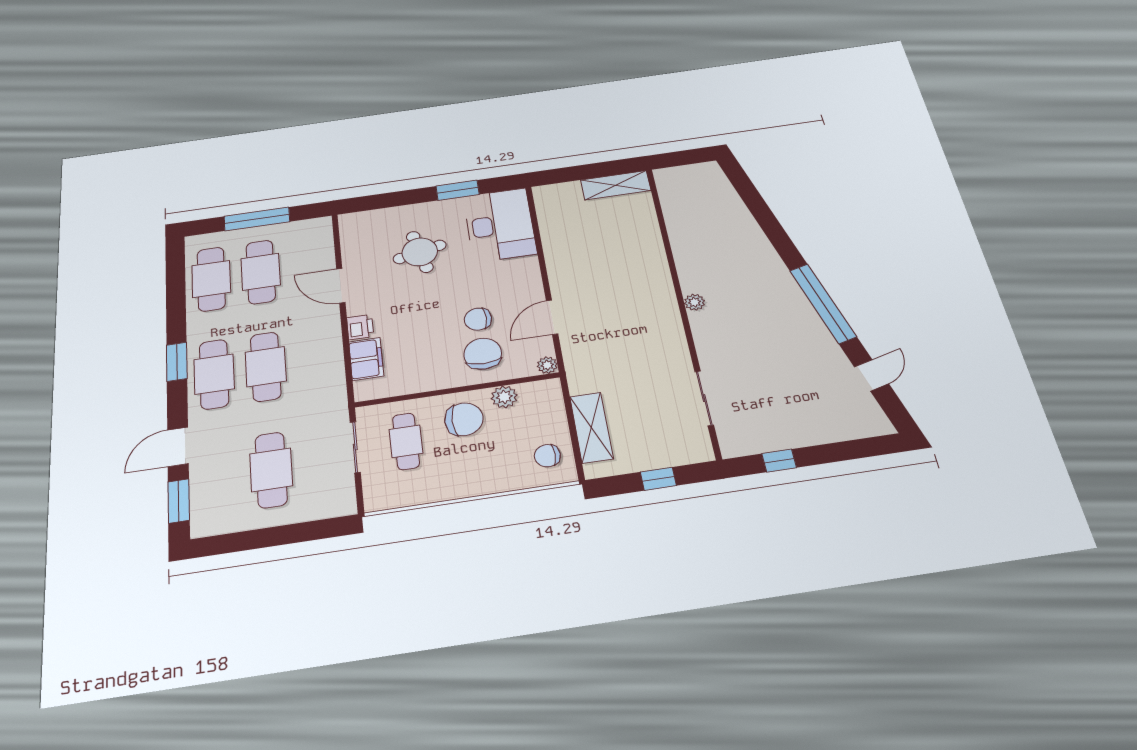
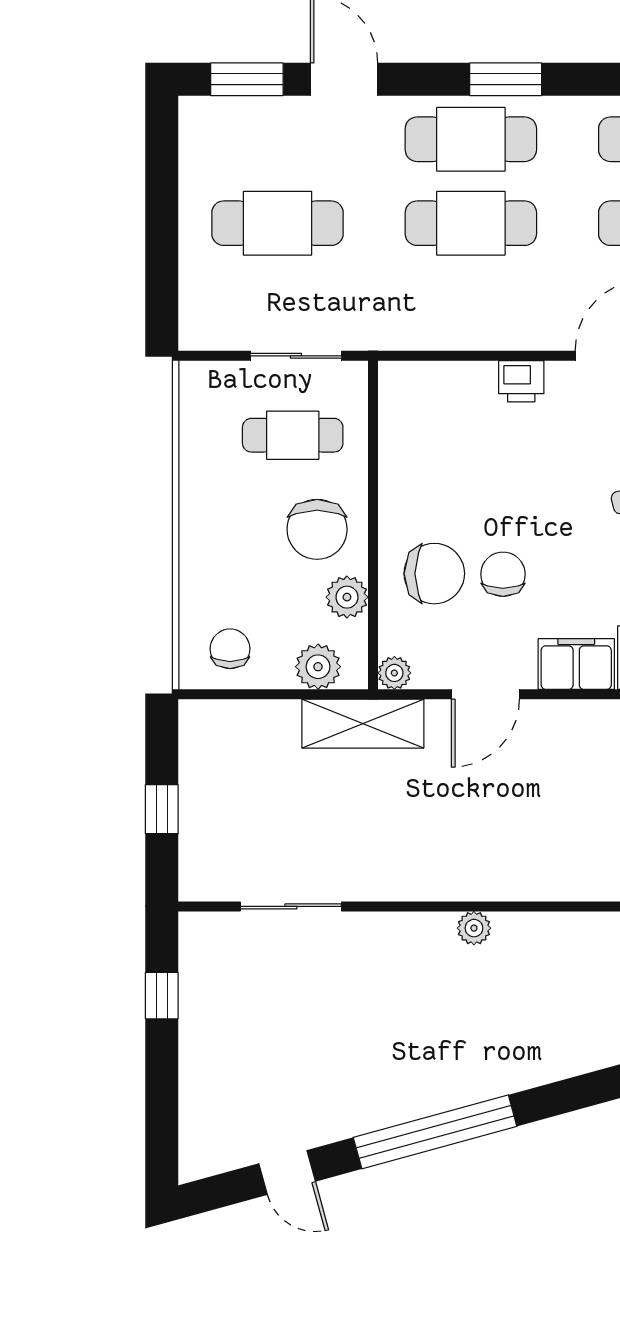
door: (552, 317) -> (485, 694), swing flipped
filing cabinet: (366, 359) -> (576, 664), moved, turned 180
plant: (550, 406) -> (318, 667), added
shelving: (591, 428) -> (363, 724), moved

